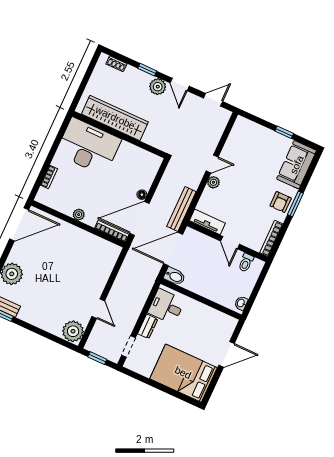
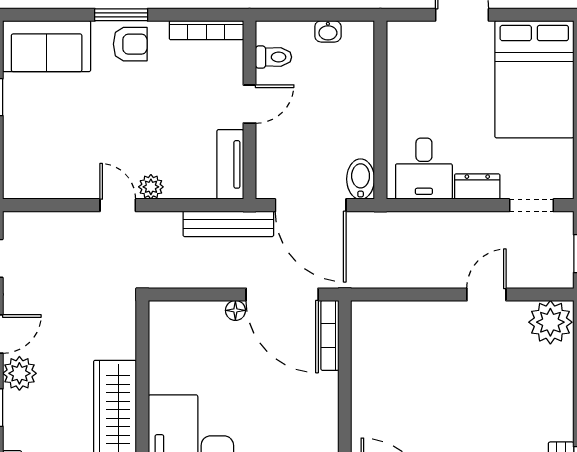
plant: (79, 215) -> (327, 412), removed
washbasin: (241, 303) -> (328, 31), moved

